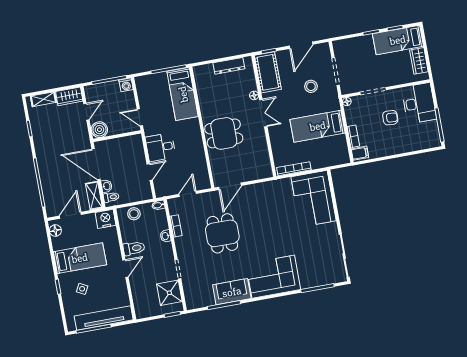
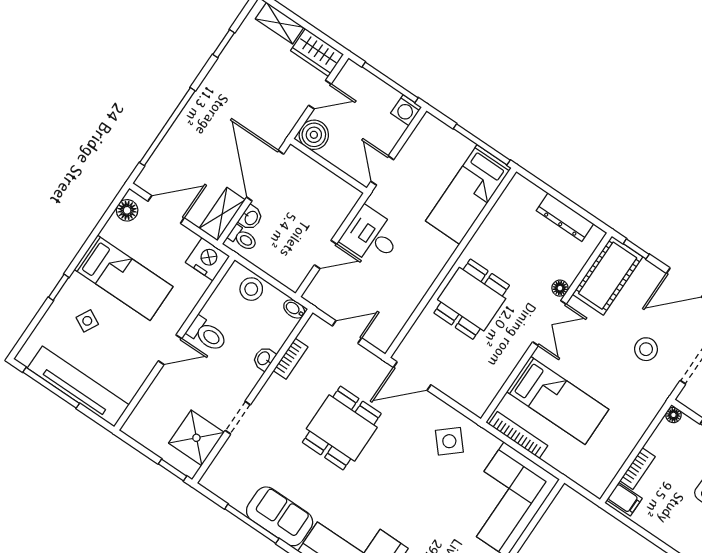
bed: (318, 126) -> (558, 400), moved, turned 180
dining table: (224, 133) -> (472, 299), turned 90
side table: (269, 197) -> (449, 441), added

